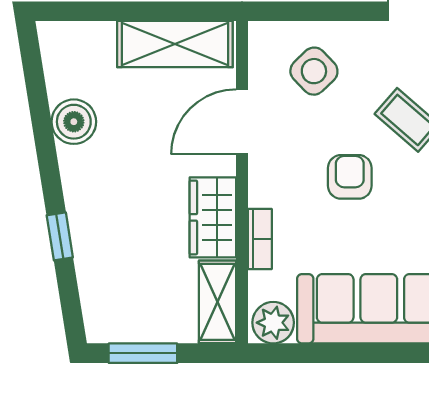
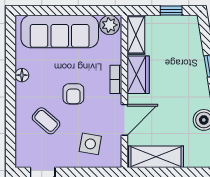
side table: (314, 71) -> (90, 144), turned -36
bookcase: (260, 239) -> (116, 79), moved
window: (143, 353) -> (171, 11), width x0.67

